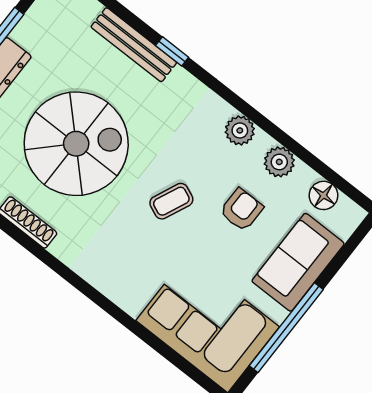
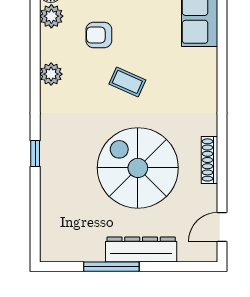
bench: (134, 45) -> (49, 180), removed
plant: (279, 162) -> (51, 16), moved

